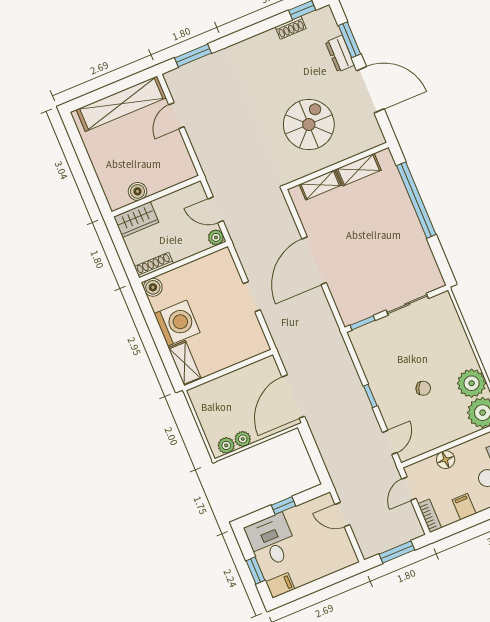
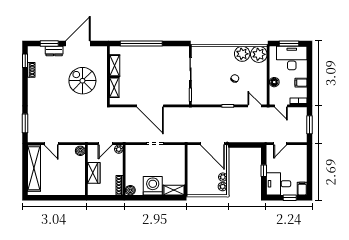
boiler: (138, 191) -> (80, 151), moved
wardrobe: (136, 219) -> (94, 173), moved

